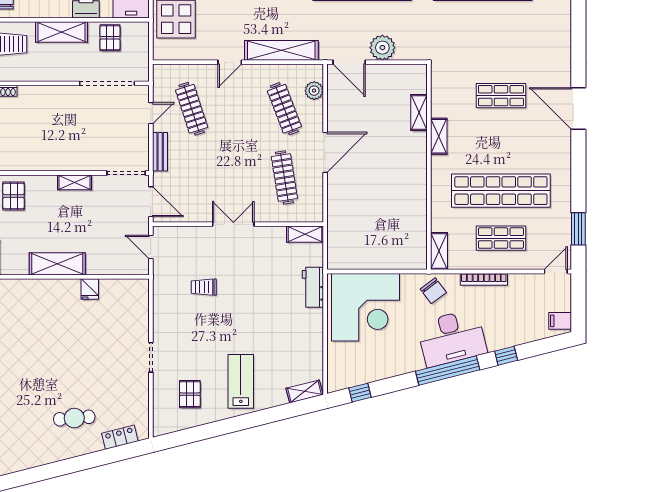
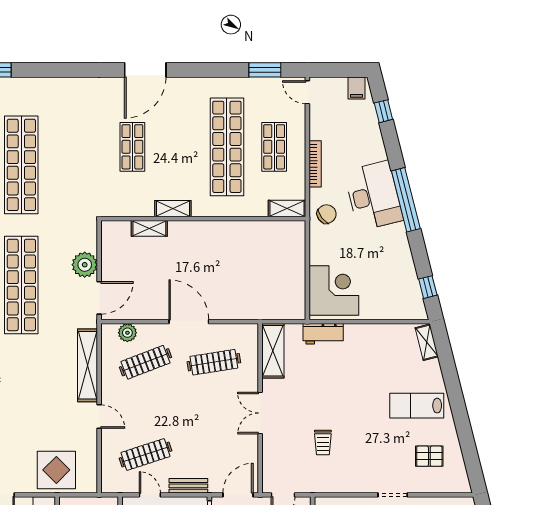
shelving: (305, 234) -> (273, 351), width x1.50, depth x1.33
corner desk: (365, 307) -> (334, 290), width x0.74, depth x0.74
window: (506, 356) -> (383, 111), moved

